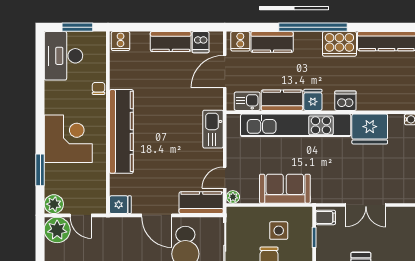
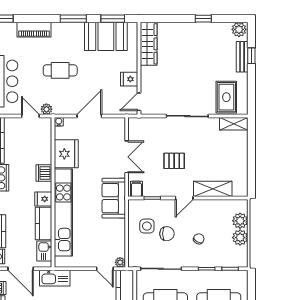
kitchen sink: (213, 129) -> (55, 278), moved
sofa: (285, 189) -> (114, 198), moved

